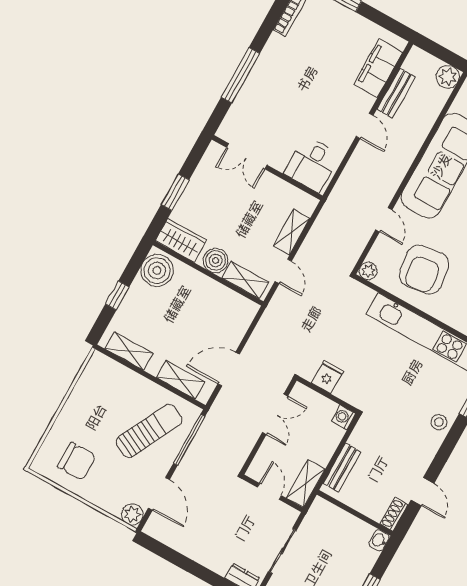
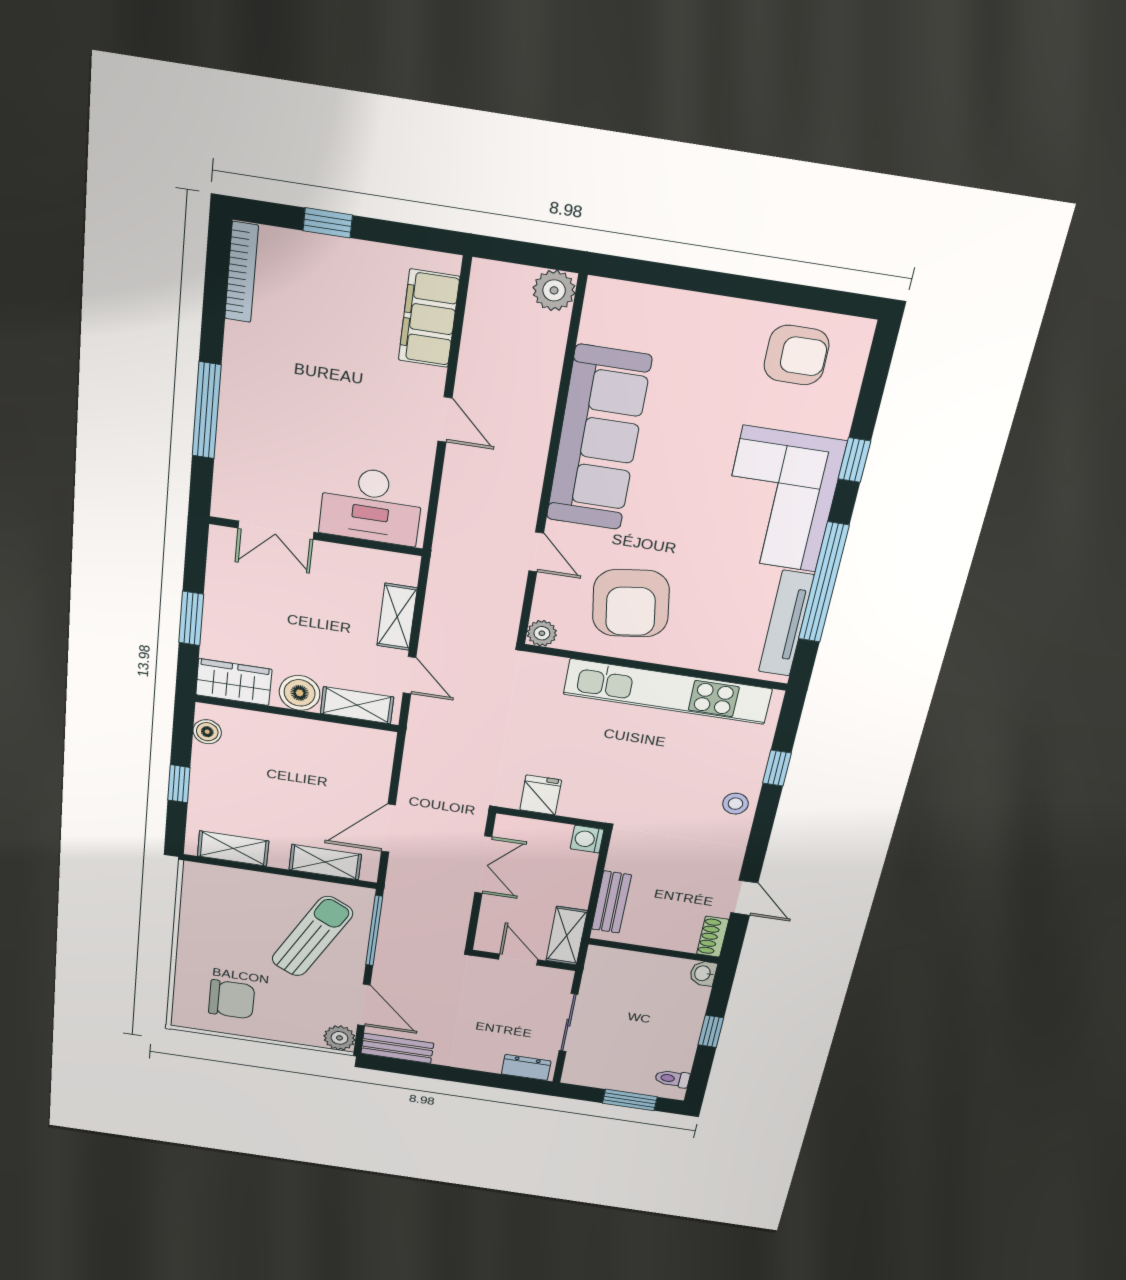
bench: (396, 93) -> (397, 1048), moved, turned 90
desk: (312, 164) -> (371, 505), width x1.37
boiler: (157, 270) -> (207, 732), width x0.54, depth x0.54

